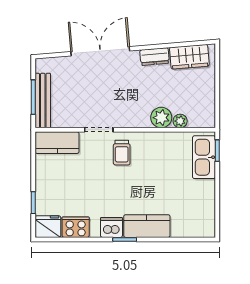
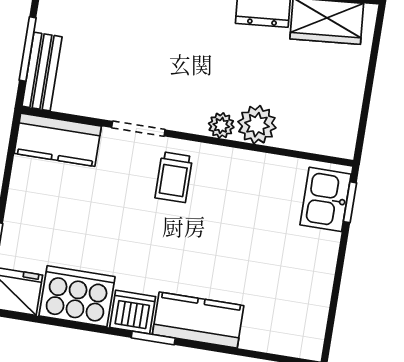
bench: (43, 101) -> (42, 72), width x0.73
plant: (180, 121) -> (221, 125), moved
kitchen sink: (204, 157) -> (325, 199), width x0.73
cooker: (76, 227) -> (77, 296), width x1.37, depth x1.31

